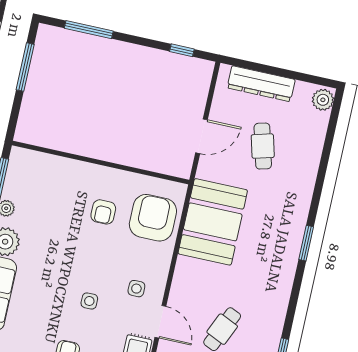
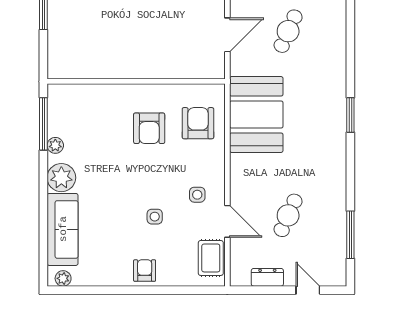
cafe table: (263, 146) -> (288, 31), turned 39
armchair: (103, 212) -> (149, 128), width x1.38, depth x1.38
armchair: (153, 218) -> (198, 123), width x0.73, depth x0.73

